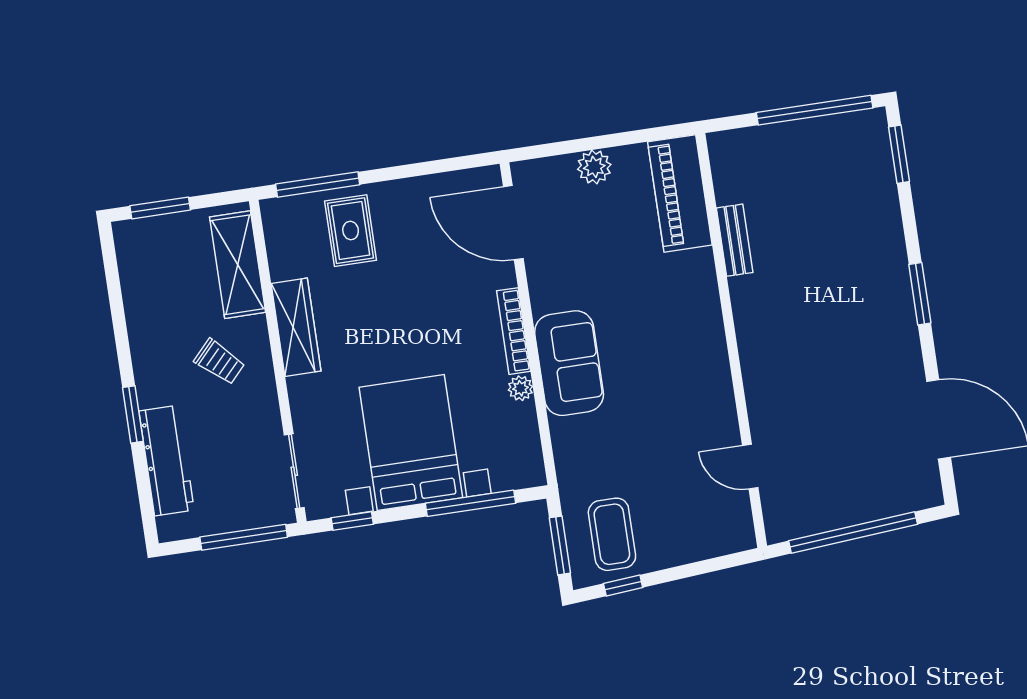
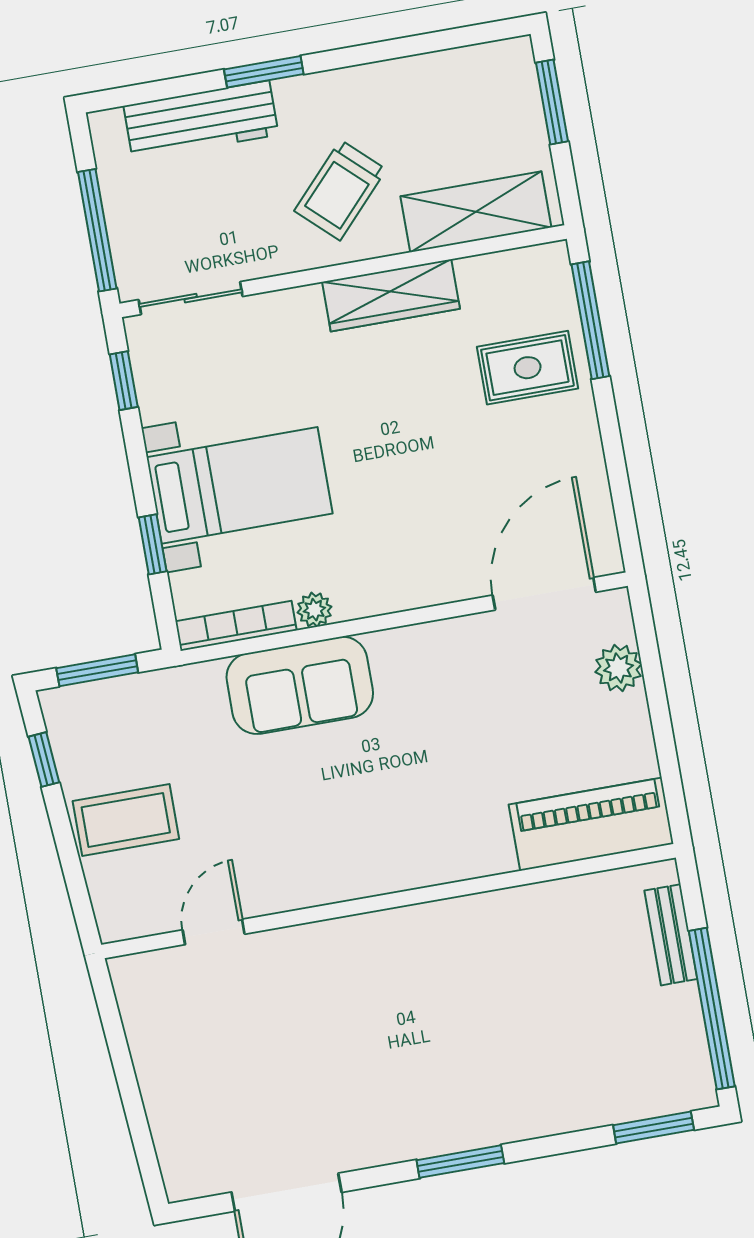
plant: (594, 167) -> (618, 668), moved
bench: (735, 240) -> (671, 935), moved, turned 90
bookcase: (514, 331) -> (236, 626), moved
trolley: (219, 362) -> (340, 190), width x1.36, depth x1.39
sofa: (569, 363) -> (300, 685), moved
bed with nightstands: (411, 442) -> (240, 485), width x0.73
window: (471, 503) -> (153, 544), width x0.46
window: (853, 532) -> (126, 1077), removed
coffee table: (612, 534) -> (126, 820), moved

